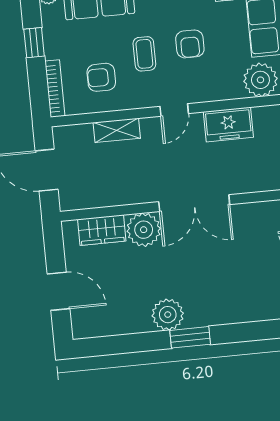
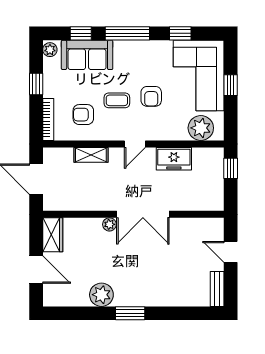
coffee table: (144, 54) -> (117, 100), turned 90
wardrobe: (102, 230) -> (53, 235), moved, turned -90
plant: (144, 230) -> (109, 224), width x0.53, depth x0.53
plant: (168, 315) -> (101, 295), moved

